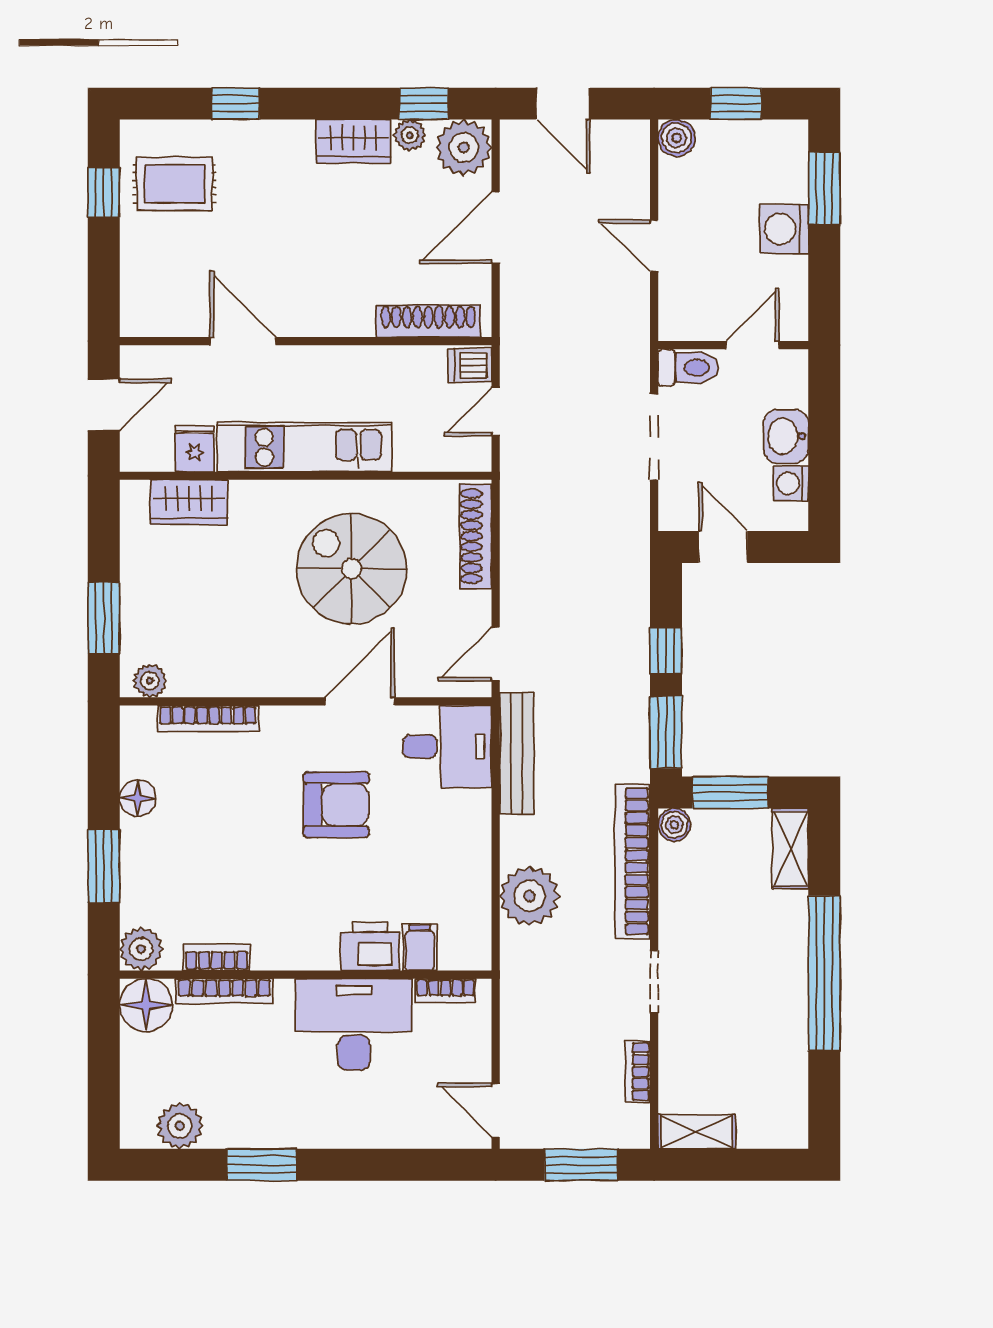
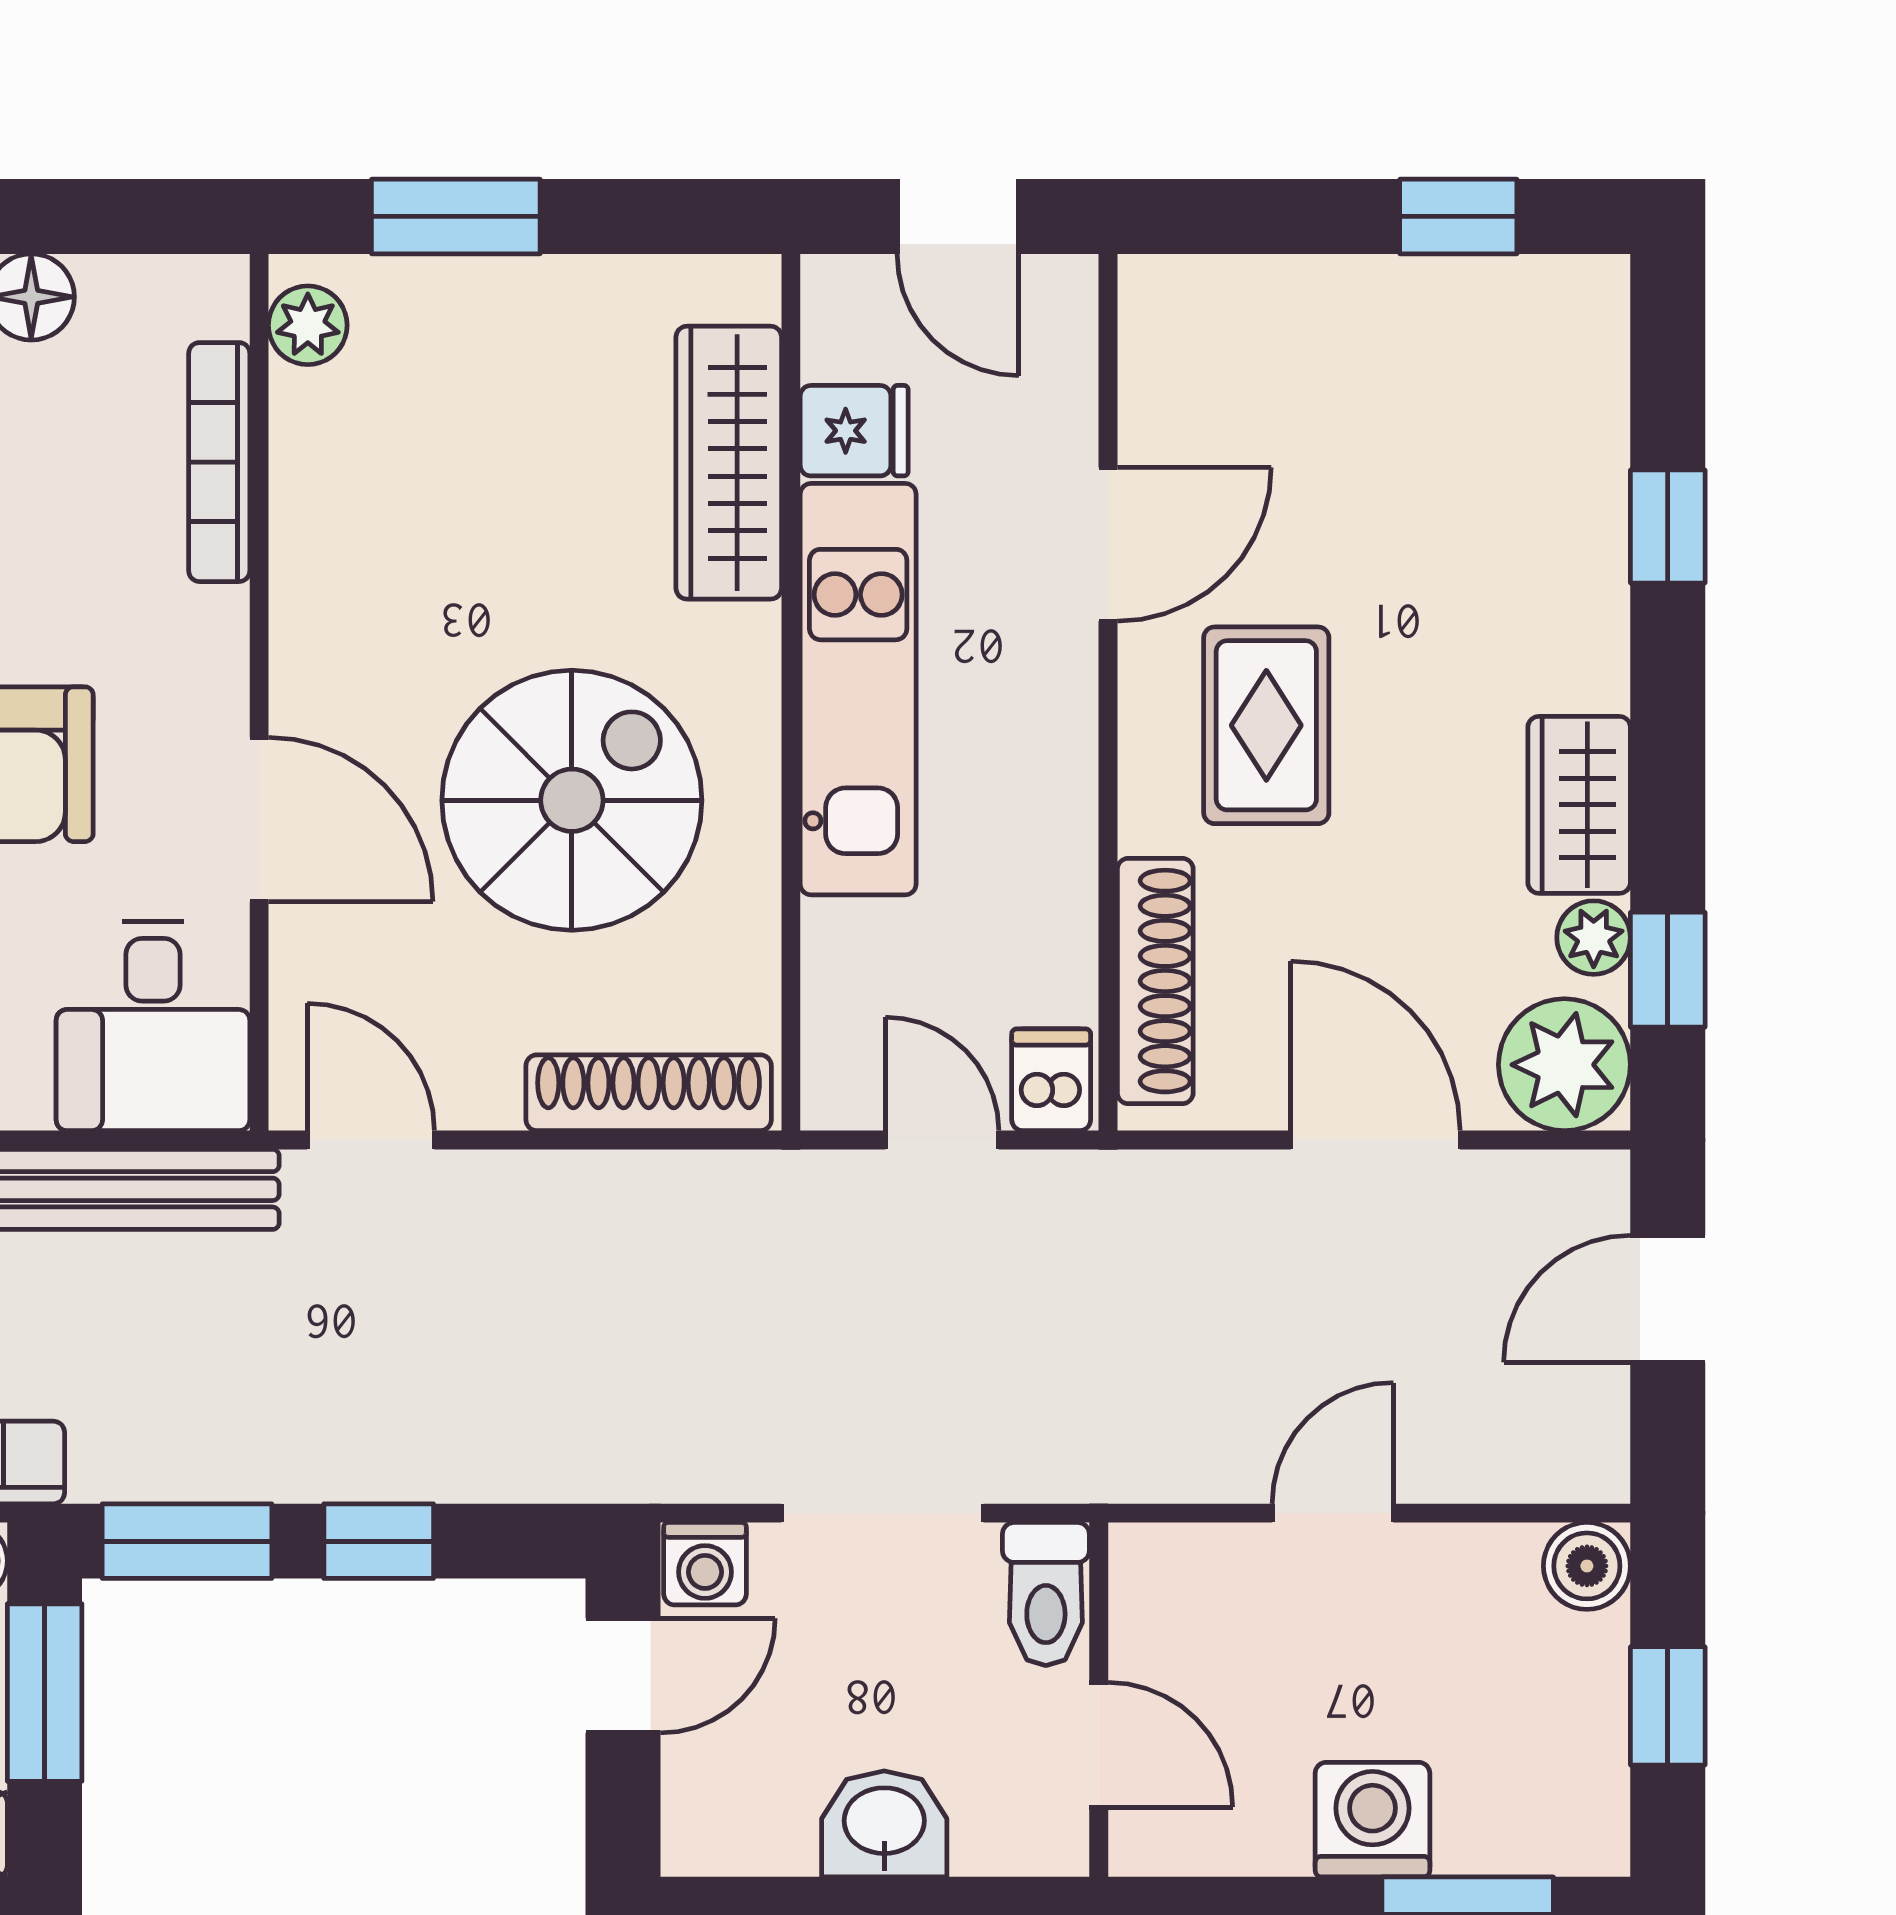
rug: (174, 184) -> (1266, 725), moved
washing machine: (791, 483) -> (705, 1564), moved, turned 180
wardrobe: (189, 502) -> (729, 463), width x1.50

